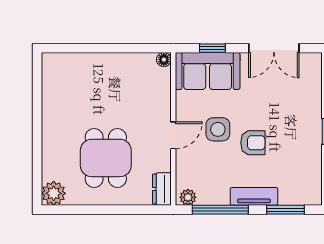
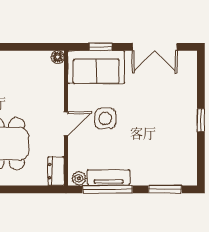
armchair: (253, 143) -> (136, 130), removed
tv unit: (254, 196) -> (109, 178), moved

